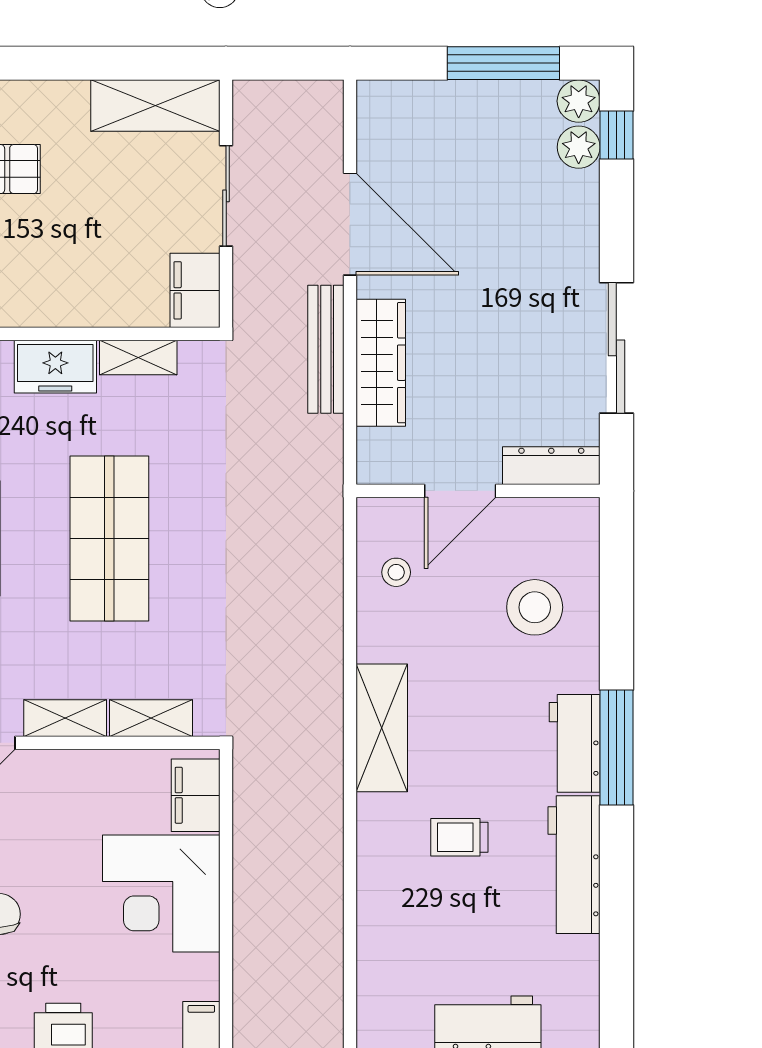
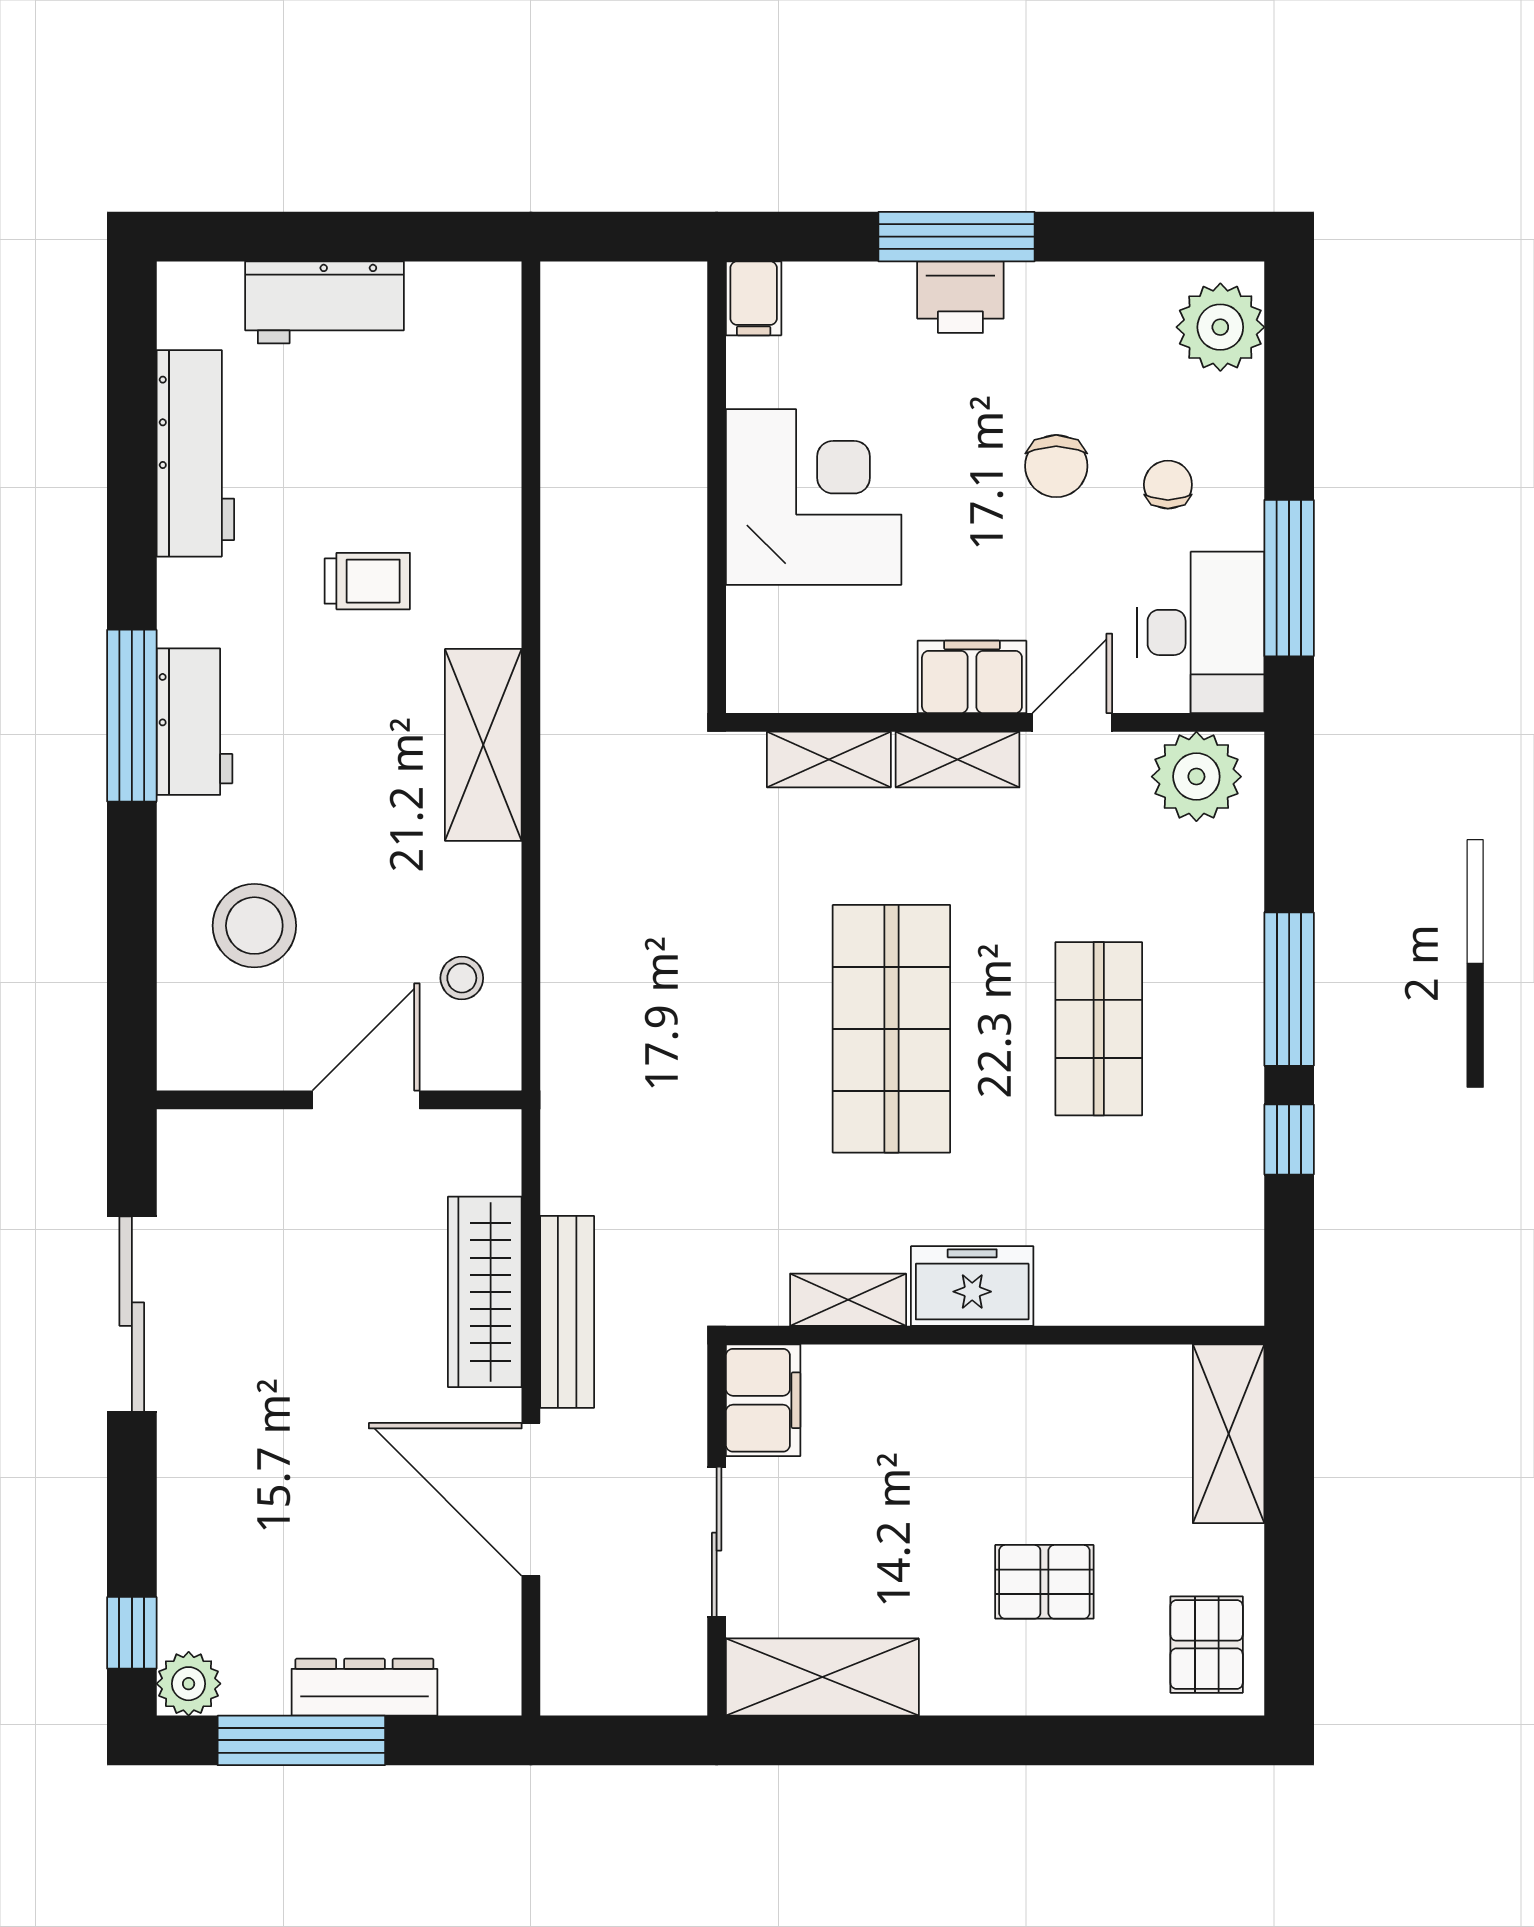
plant: (579, 147) -> (188, 1615), removed
dresser: (551, 466) -> (364, 1687), moved, turned 180
filing cabinet: (196, 795) -> (972, 677), moved, turned -90
workbench: (574, 865) -> (195, 453), moved

